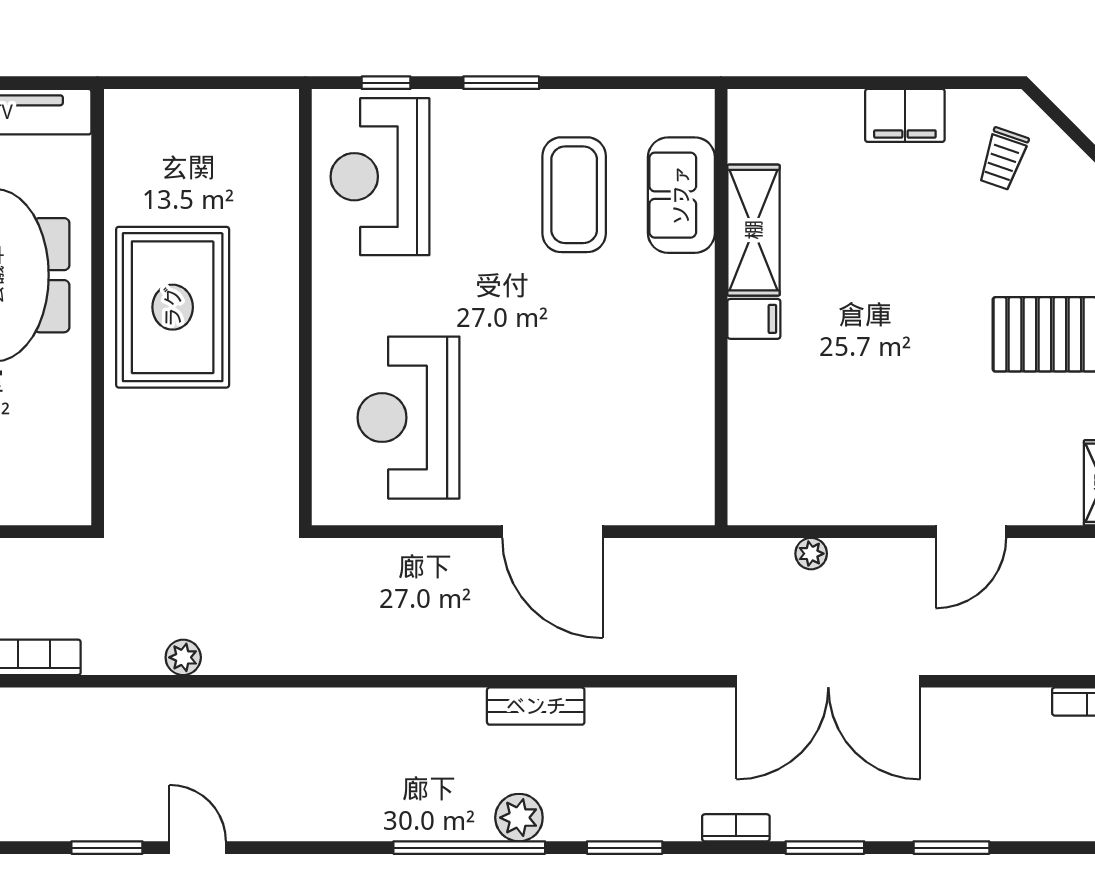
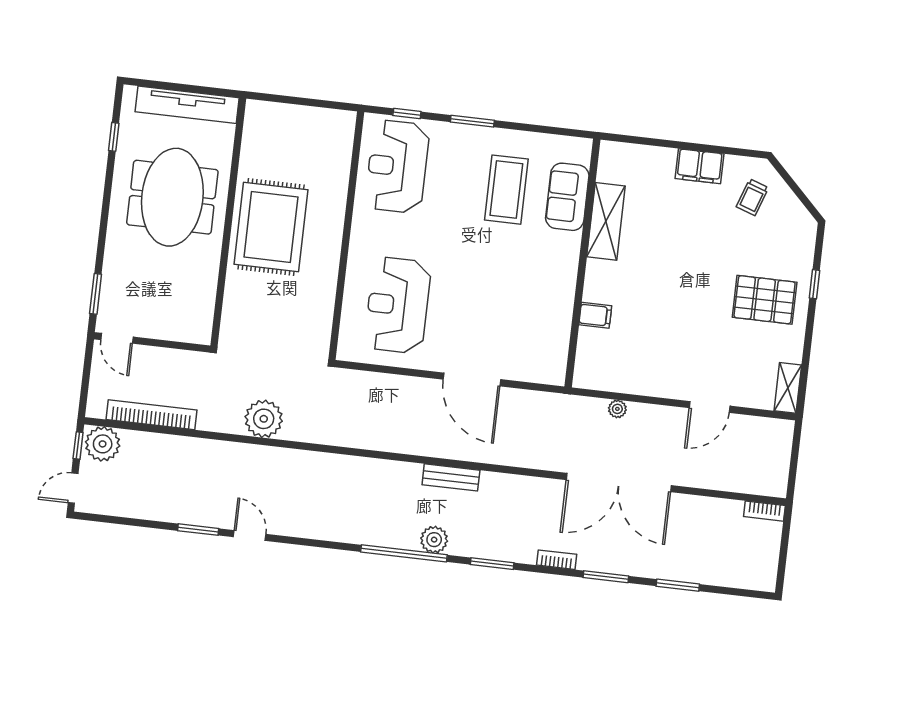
filing cabinet: (754, 319) -> (595, 315), moved
plant: (183, 657) -> (264, 419), width x1.88, depth x1.88

